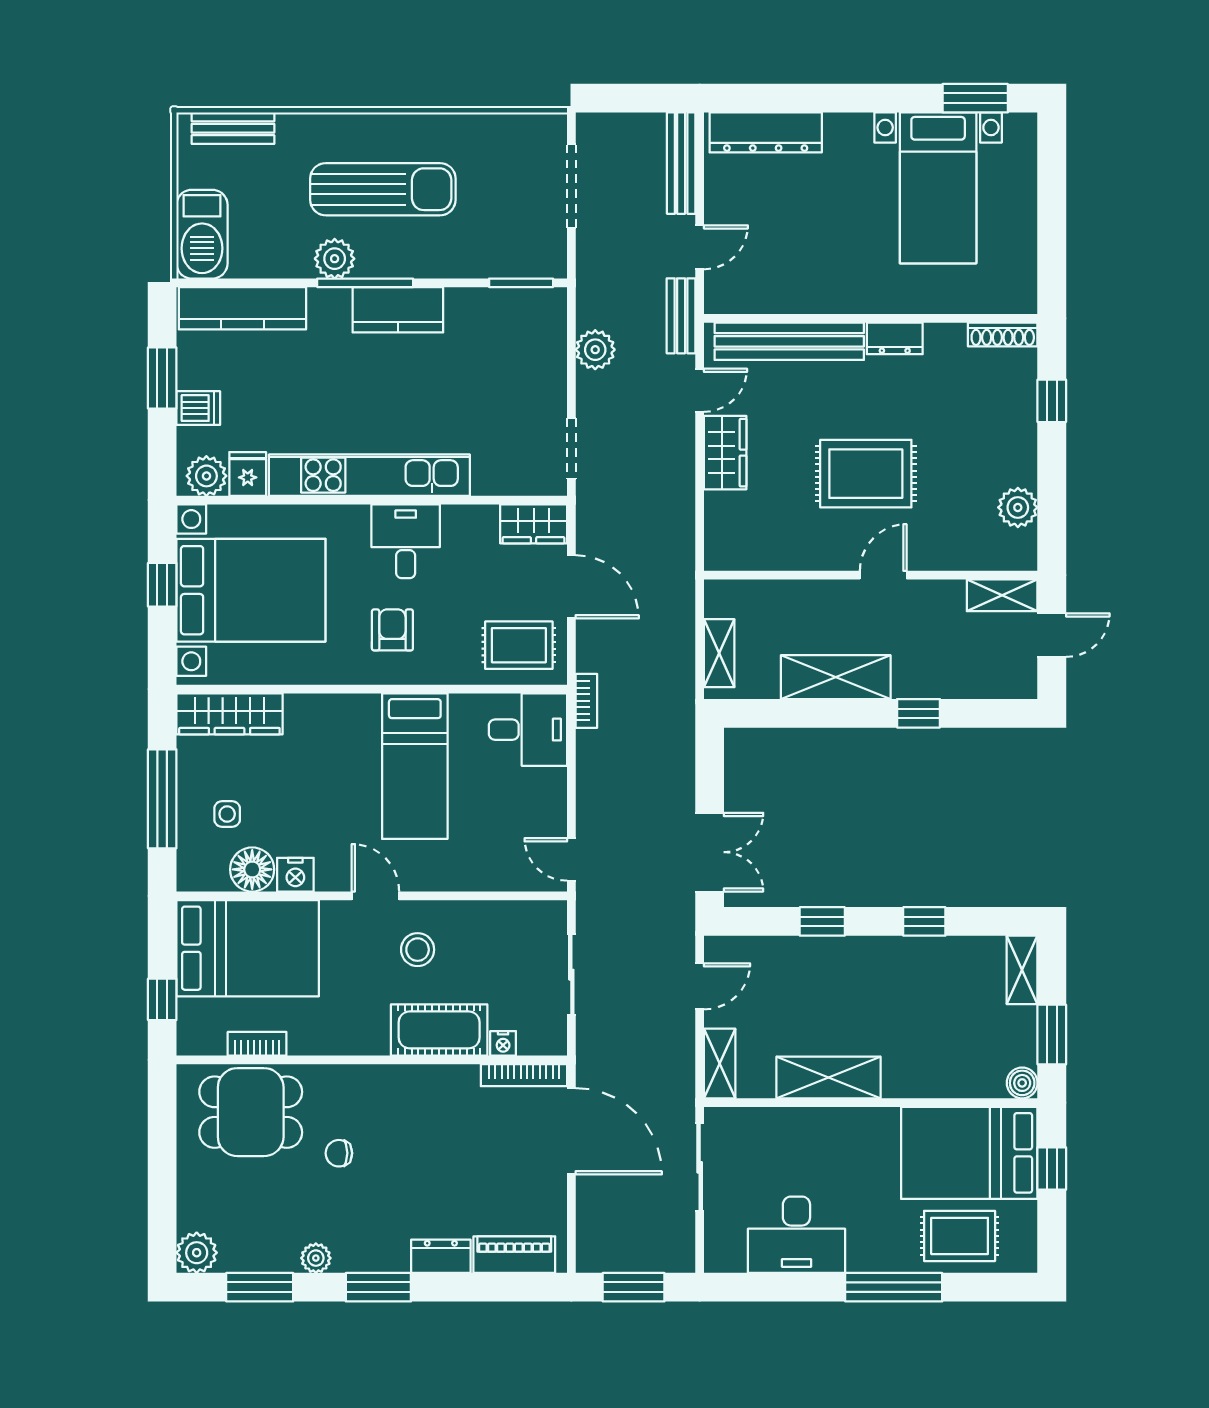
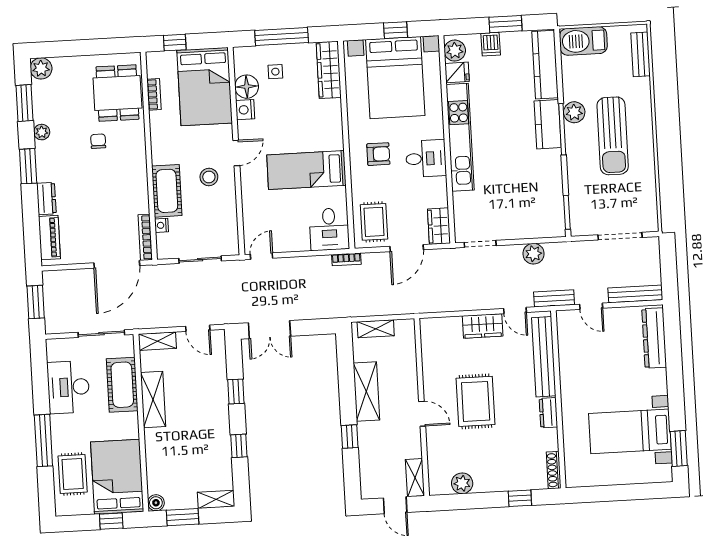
kitchen counter: (398, 310) -> (548, 124), moved
cot: (798, 1134) -> (122, 385), added

